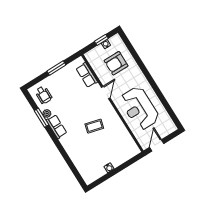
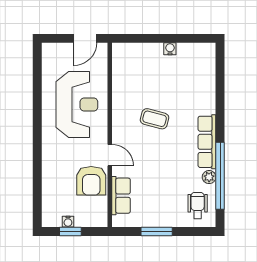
armchair: (116, 63) -> (91, 181), moved, turned 90
door: (106, 93) -> (110, 155), swing flipped
window: (42, 118) -> (220, 176), width x2.11
row of seats: (57, 127) -> (207, 142), width x1.48

